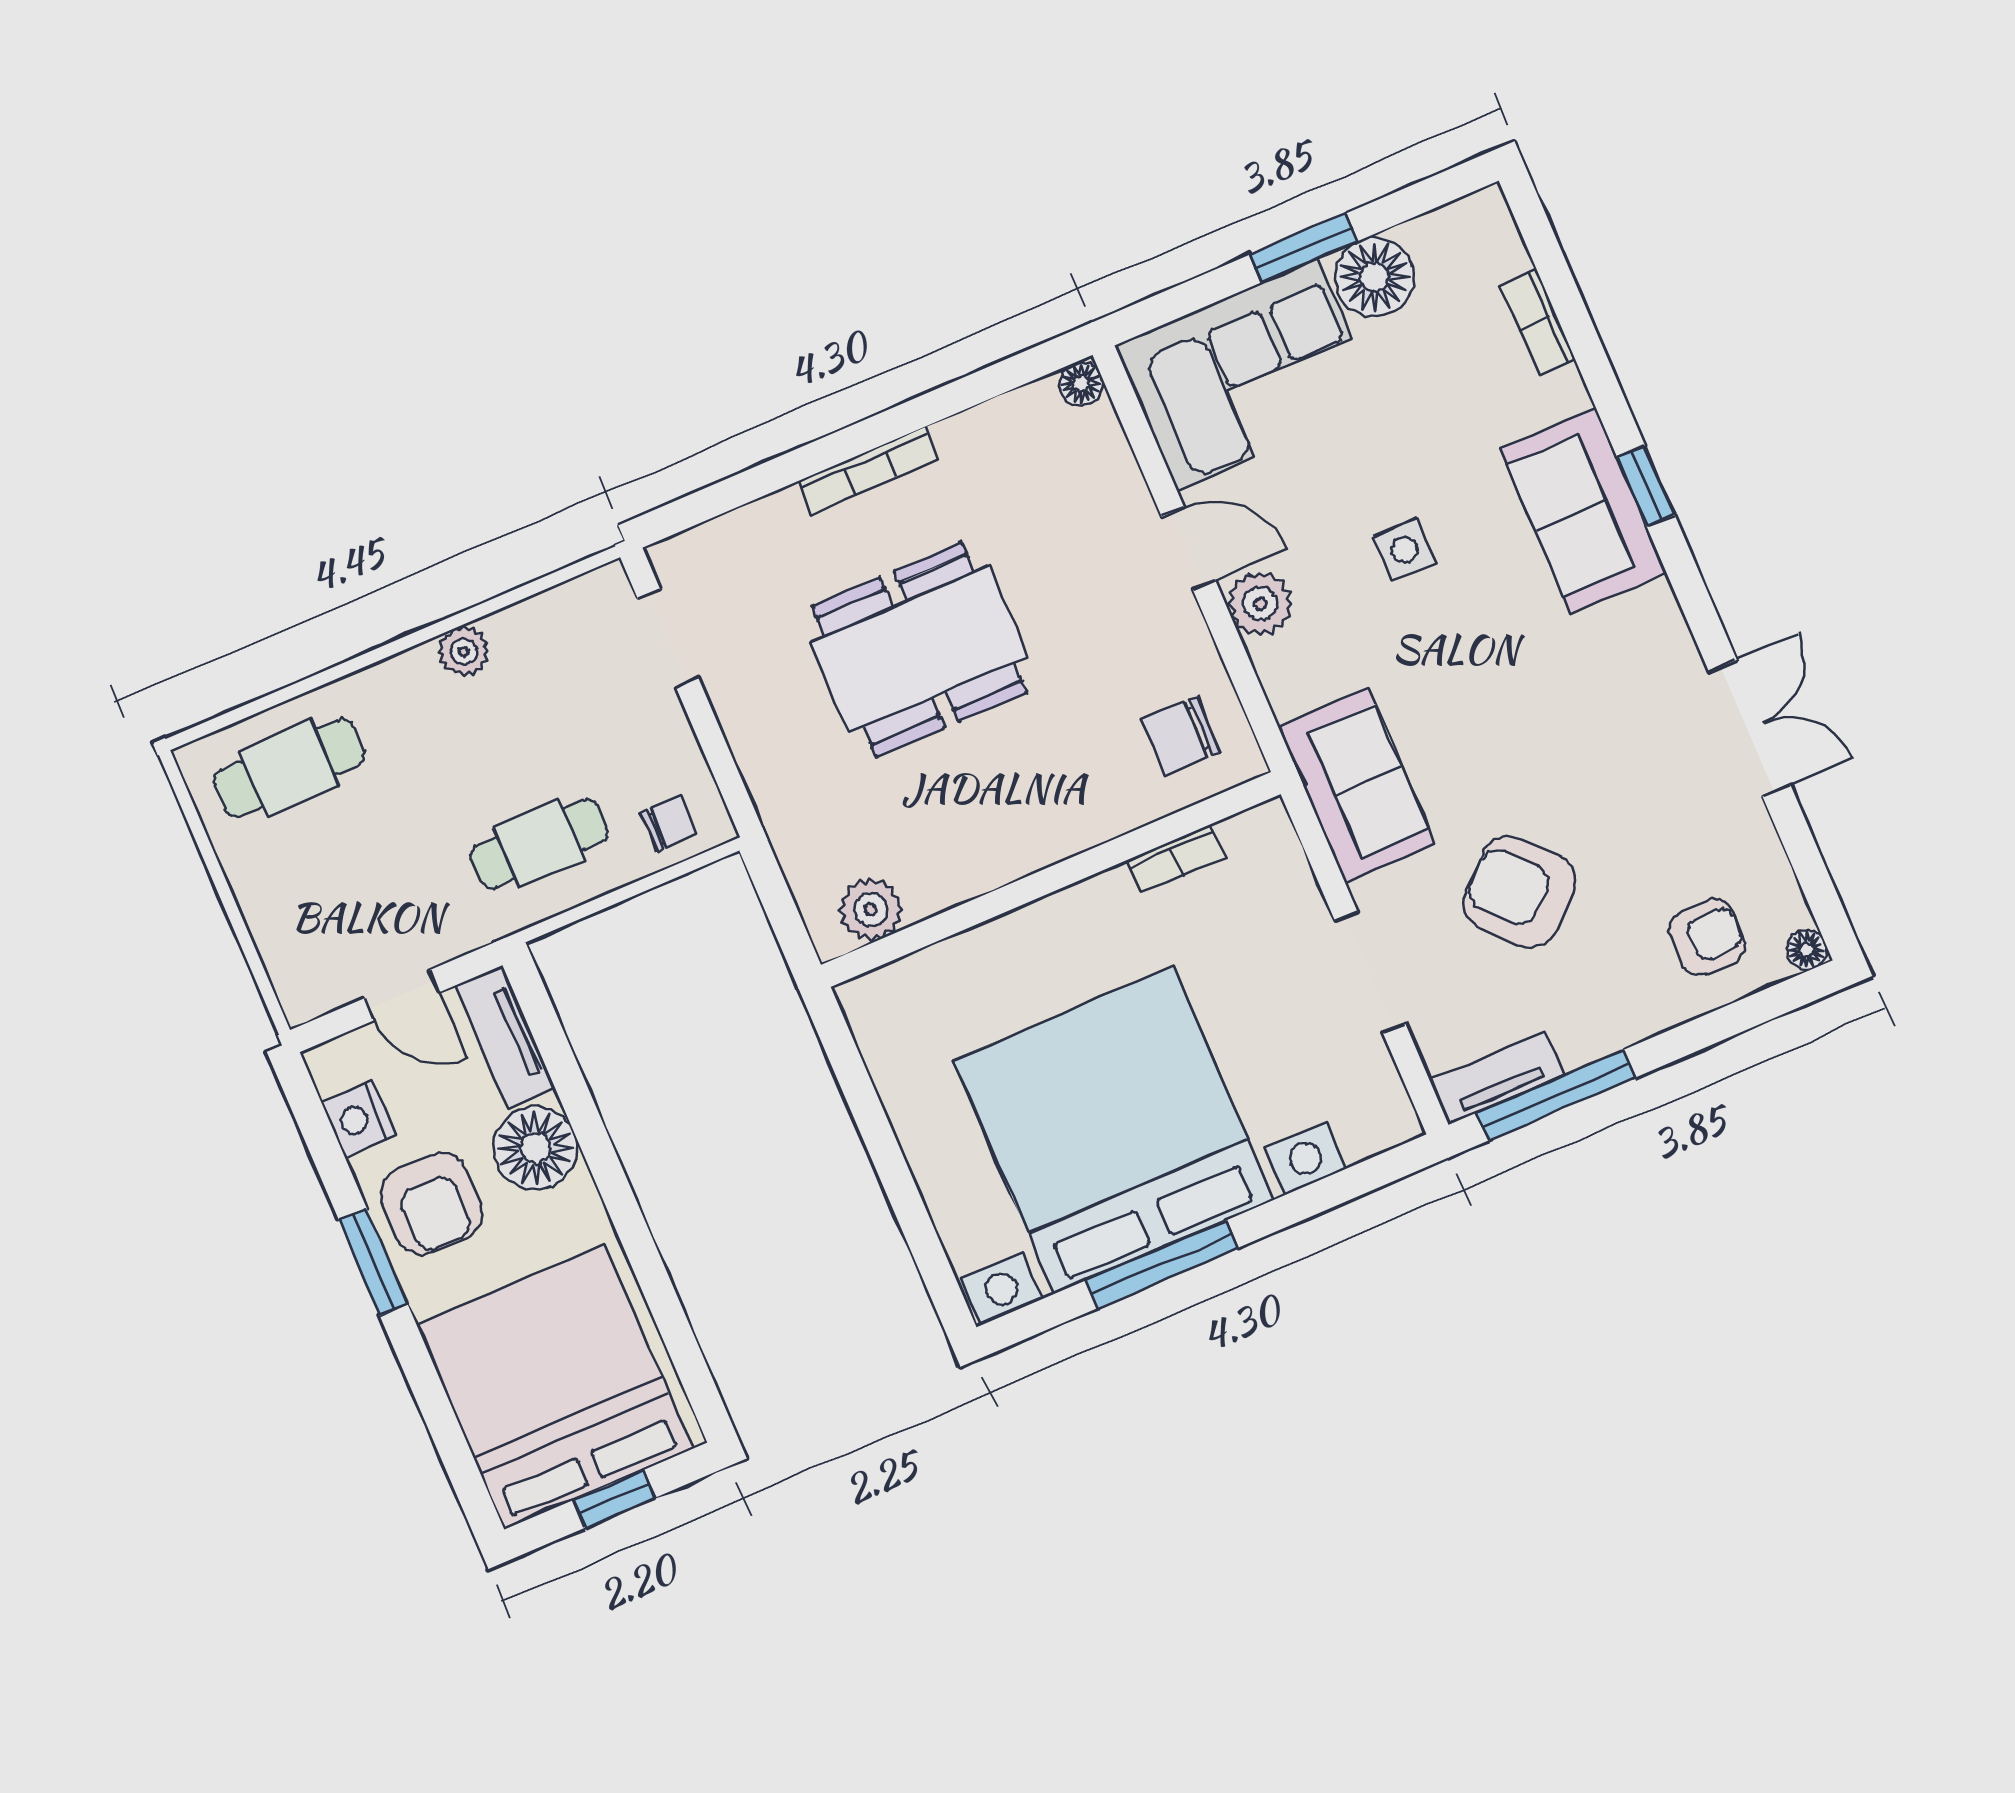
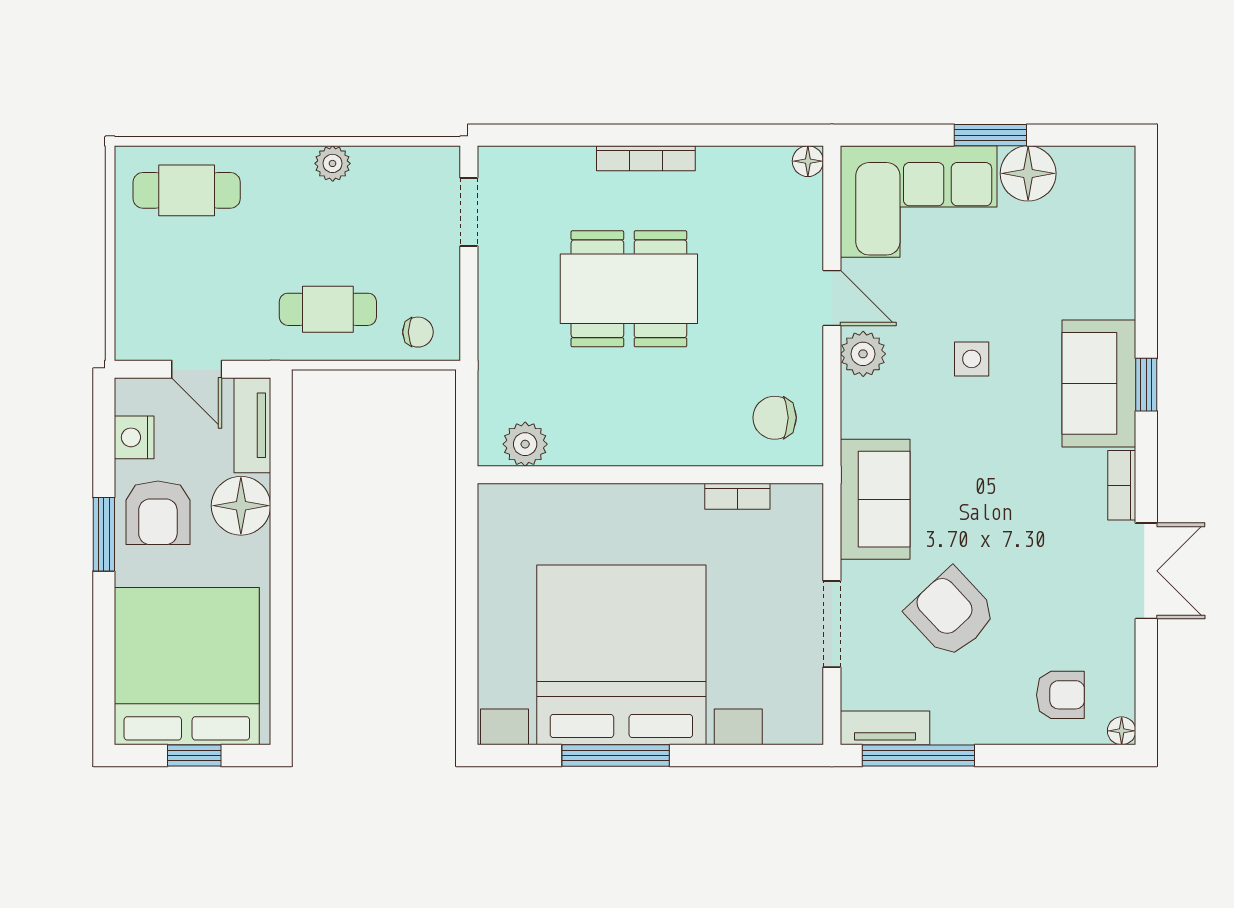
bookcase: (1538, 323) -> (1122, 485), moved

